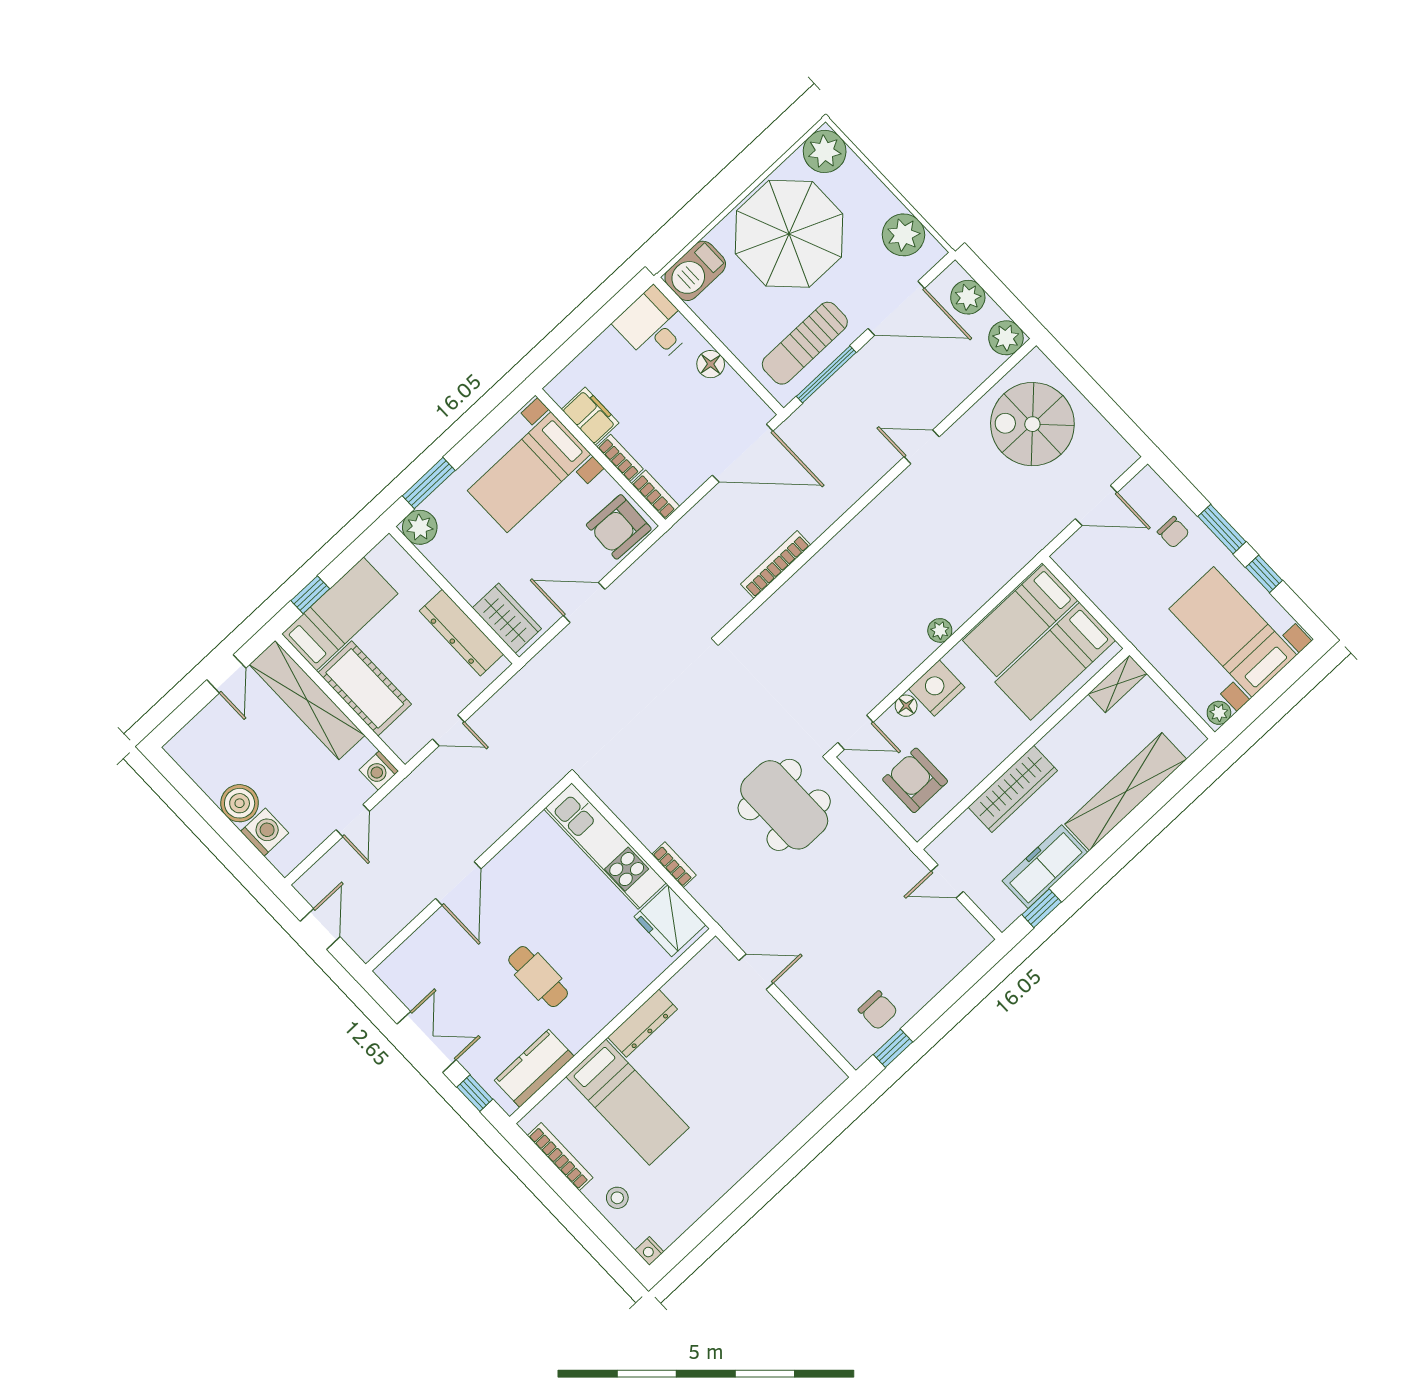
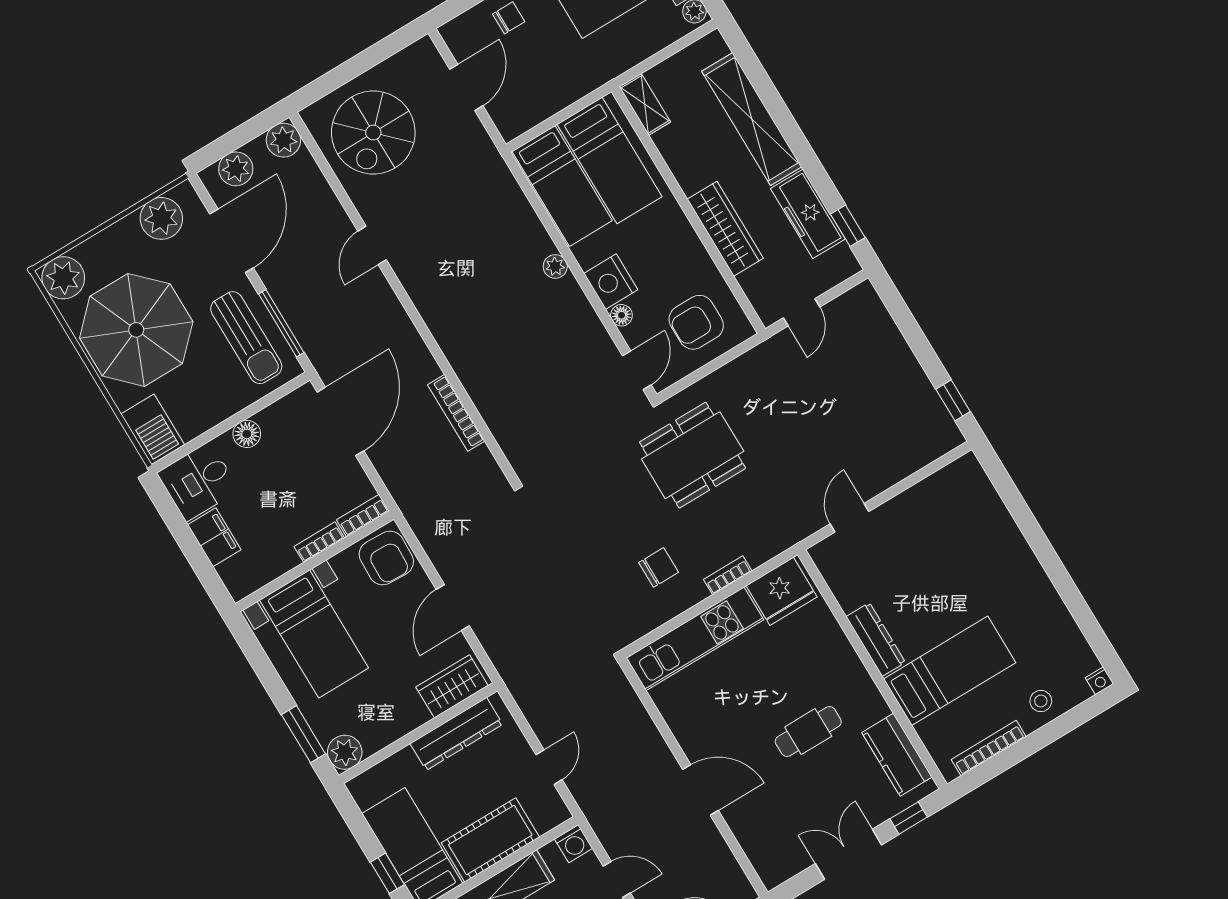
filing cabinet: (590, 416) -> (214, 537), moved, turned 90
chair: (878, 1010) -> (659, 567), moved

